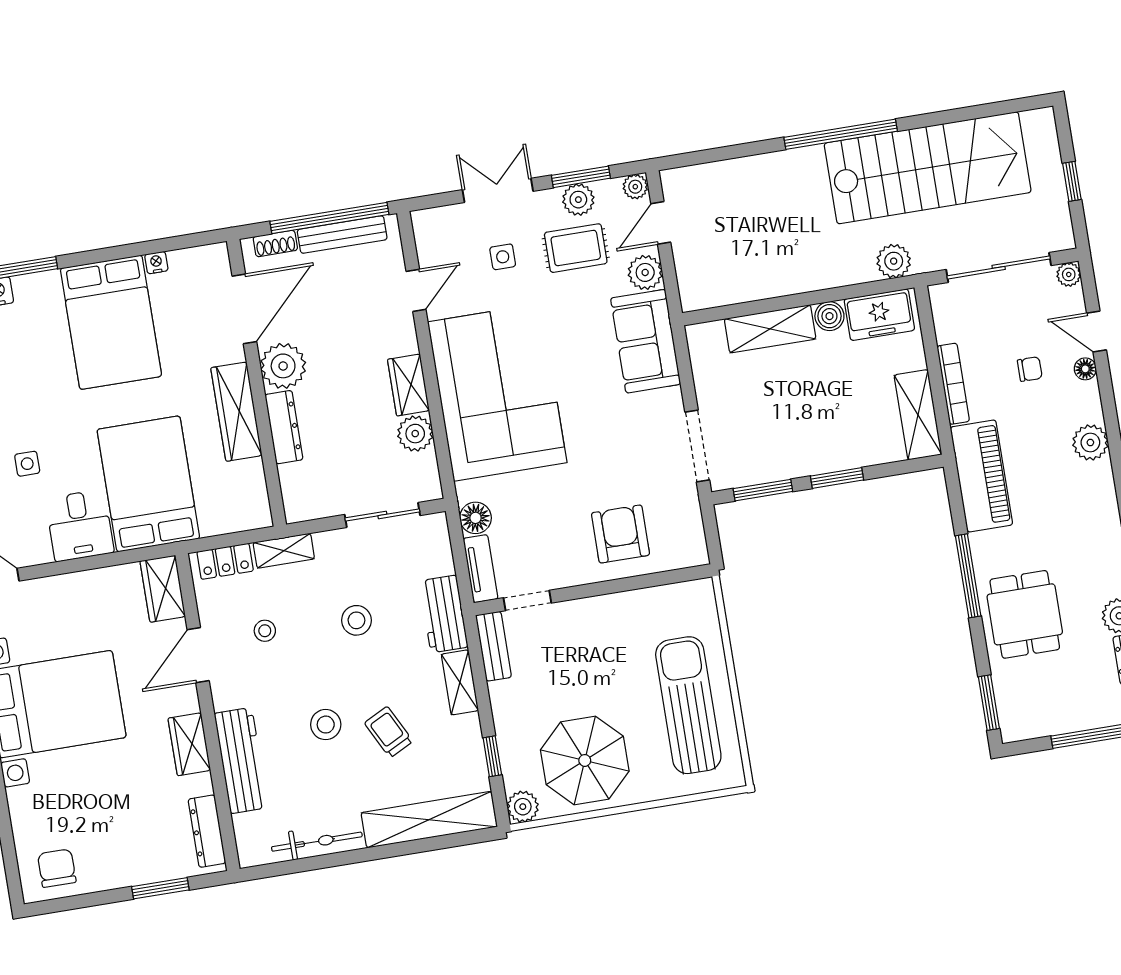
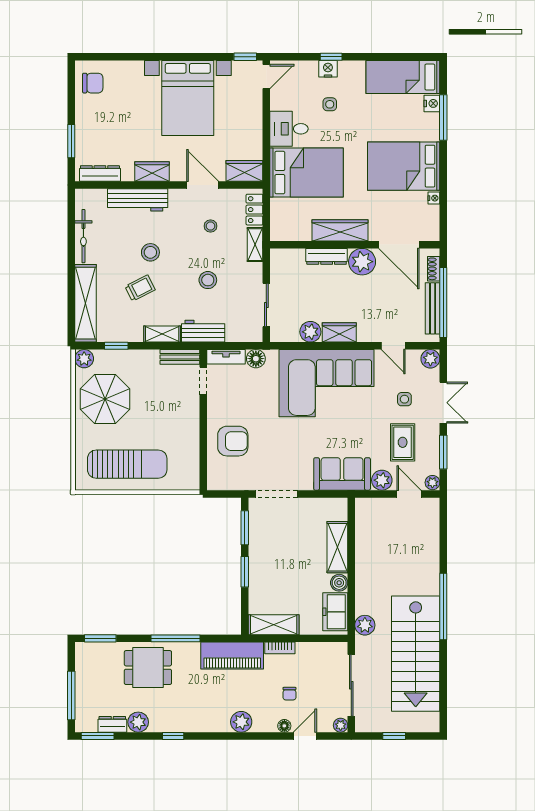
plant: (578, 200) -> (430, 359), moved
bookcase: (953, 384) -> (280, 648), width x0.64

